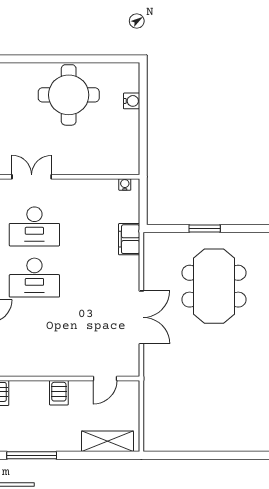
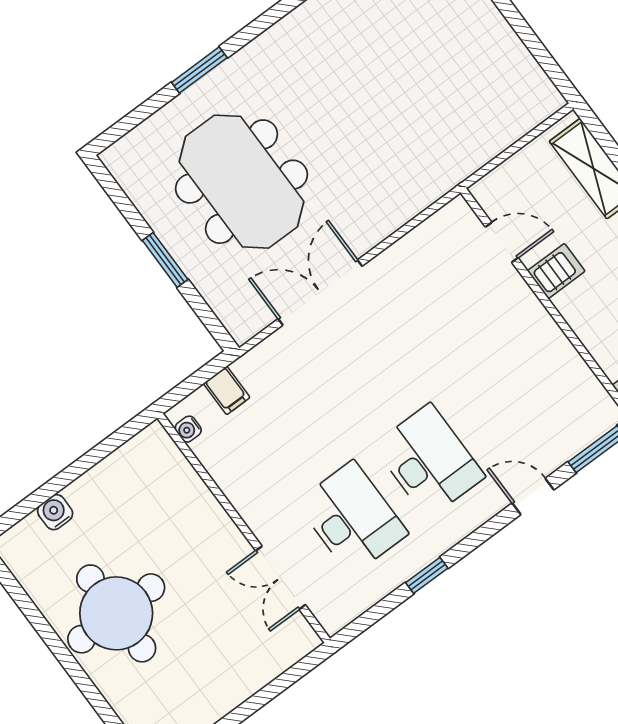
filing cabinet: (129, 239) -> (227, 390), moved, width x0.50
meeting table: (214, 286) -> (242, 182), turned 90
double door: (141, 317) -> (320, 292), moved
server rack: (59, 393) -> (556, 271), moved

